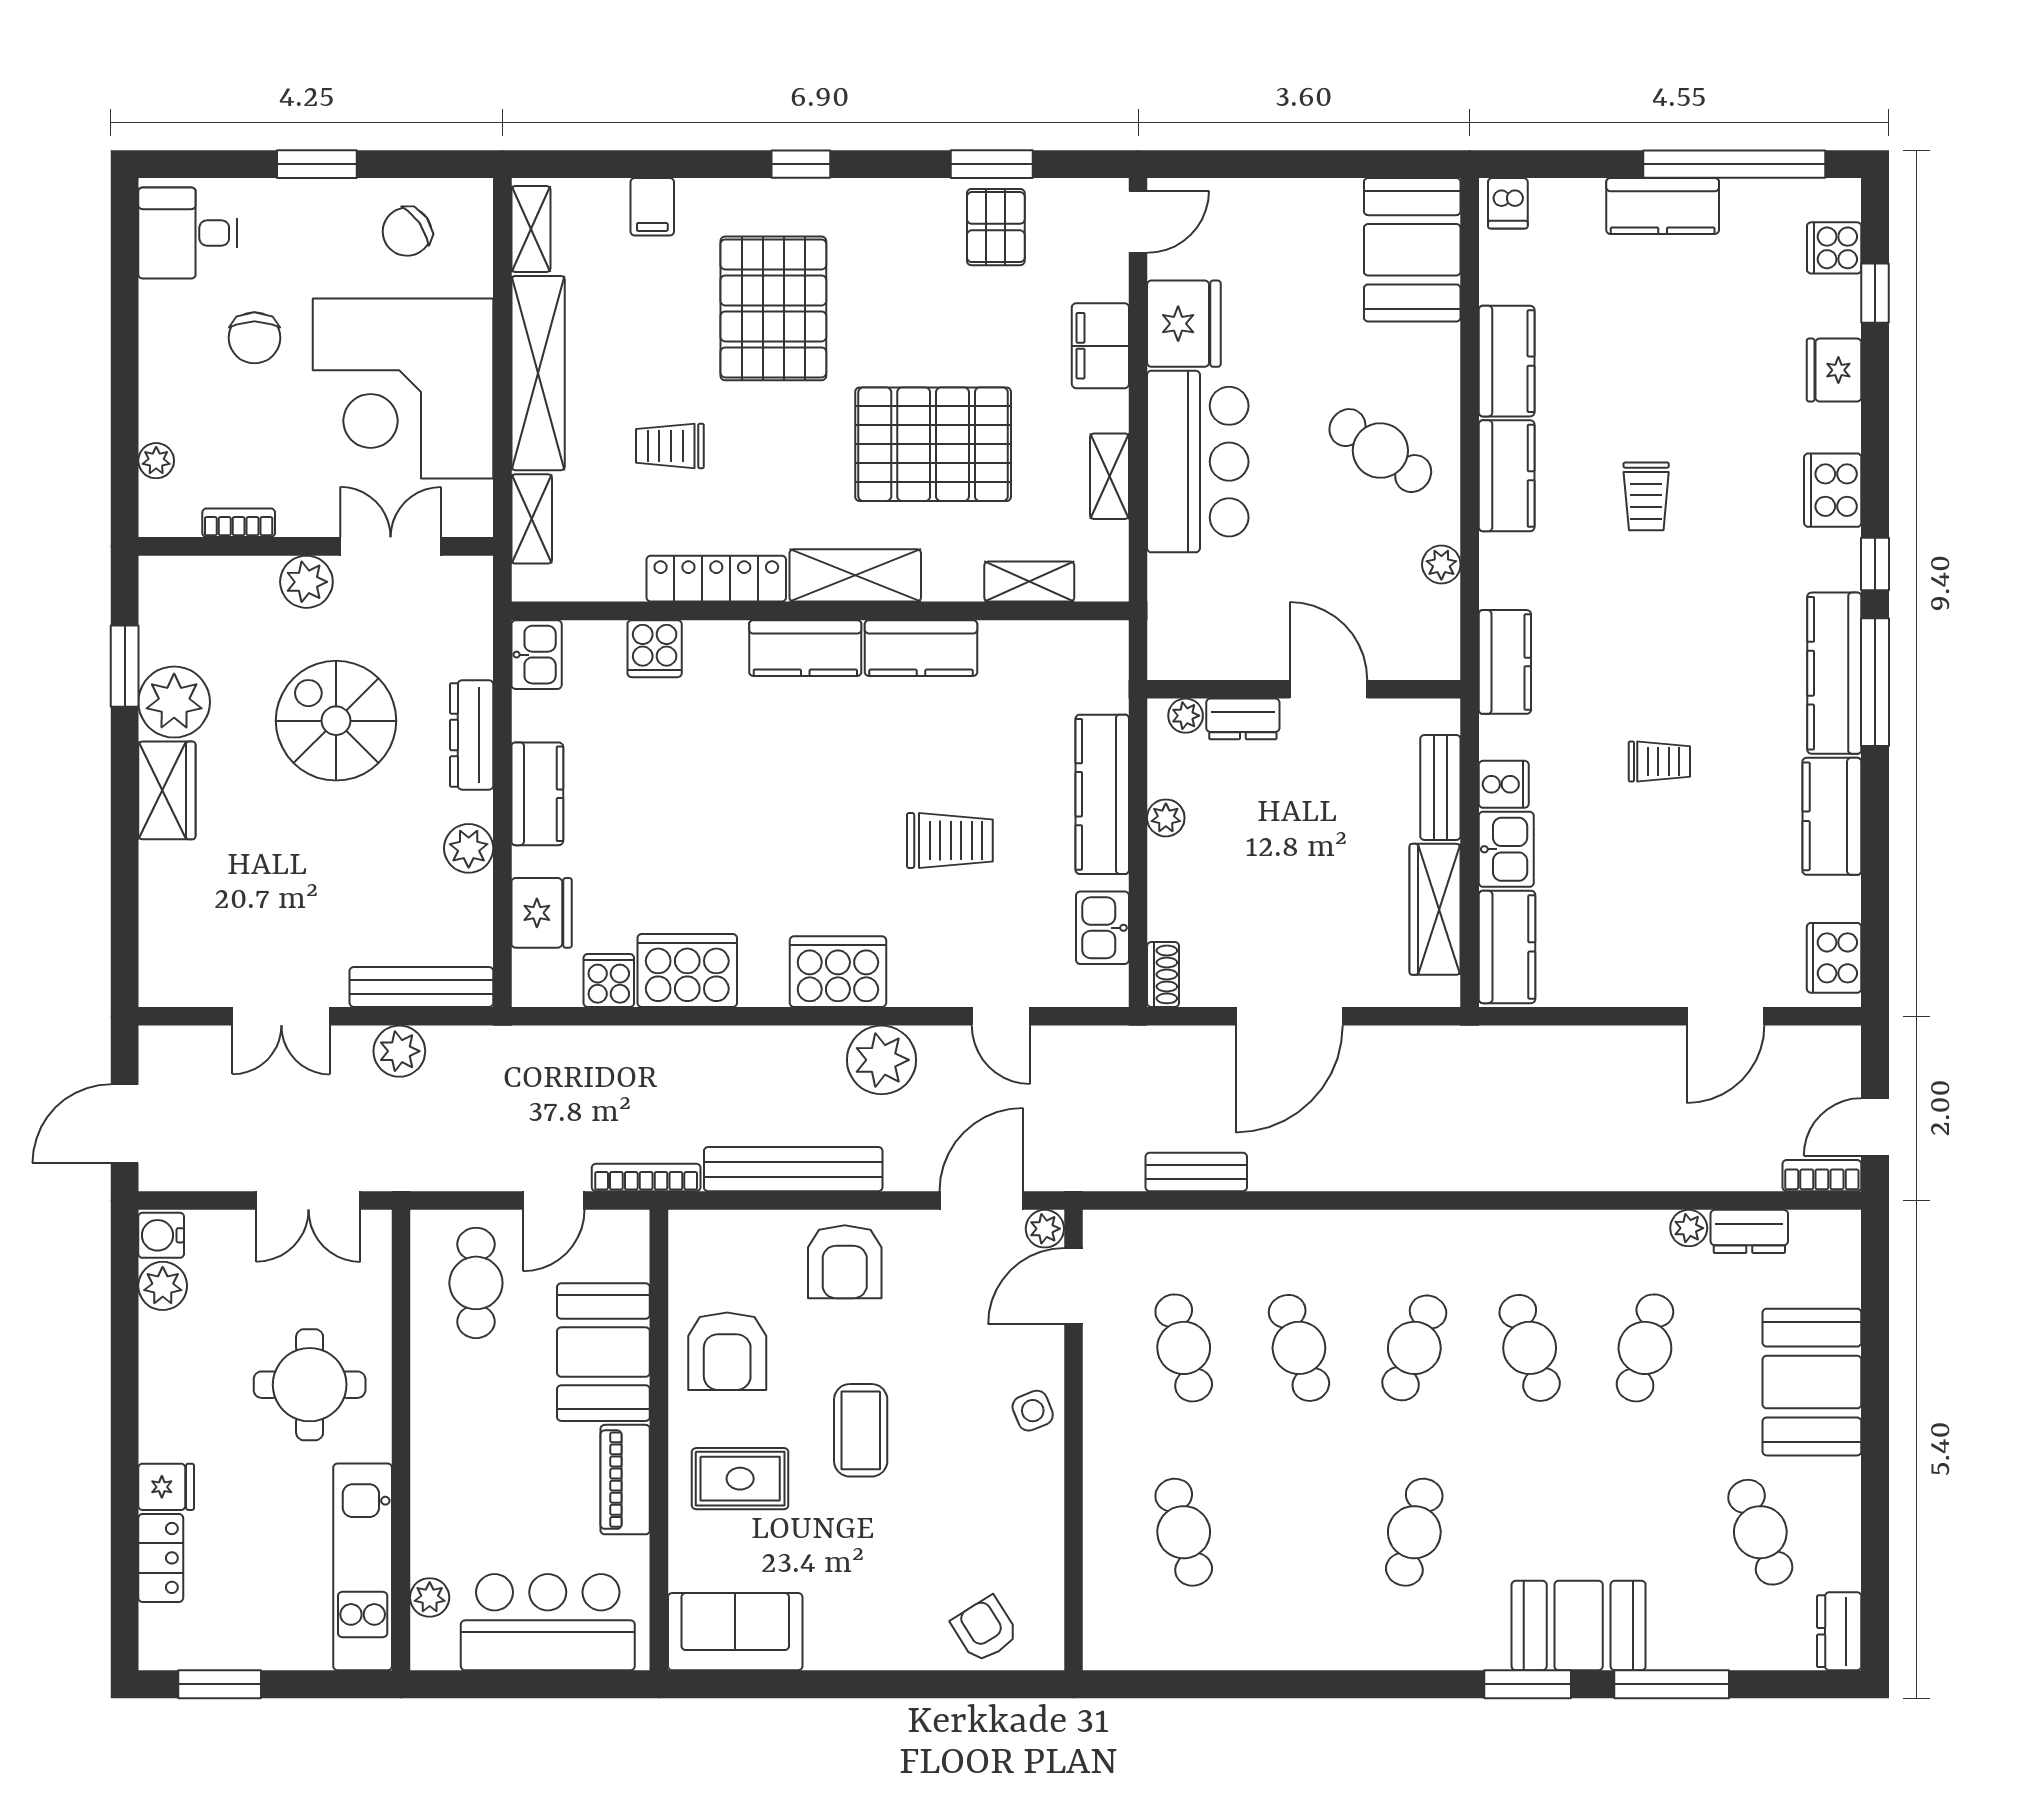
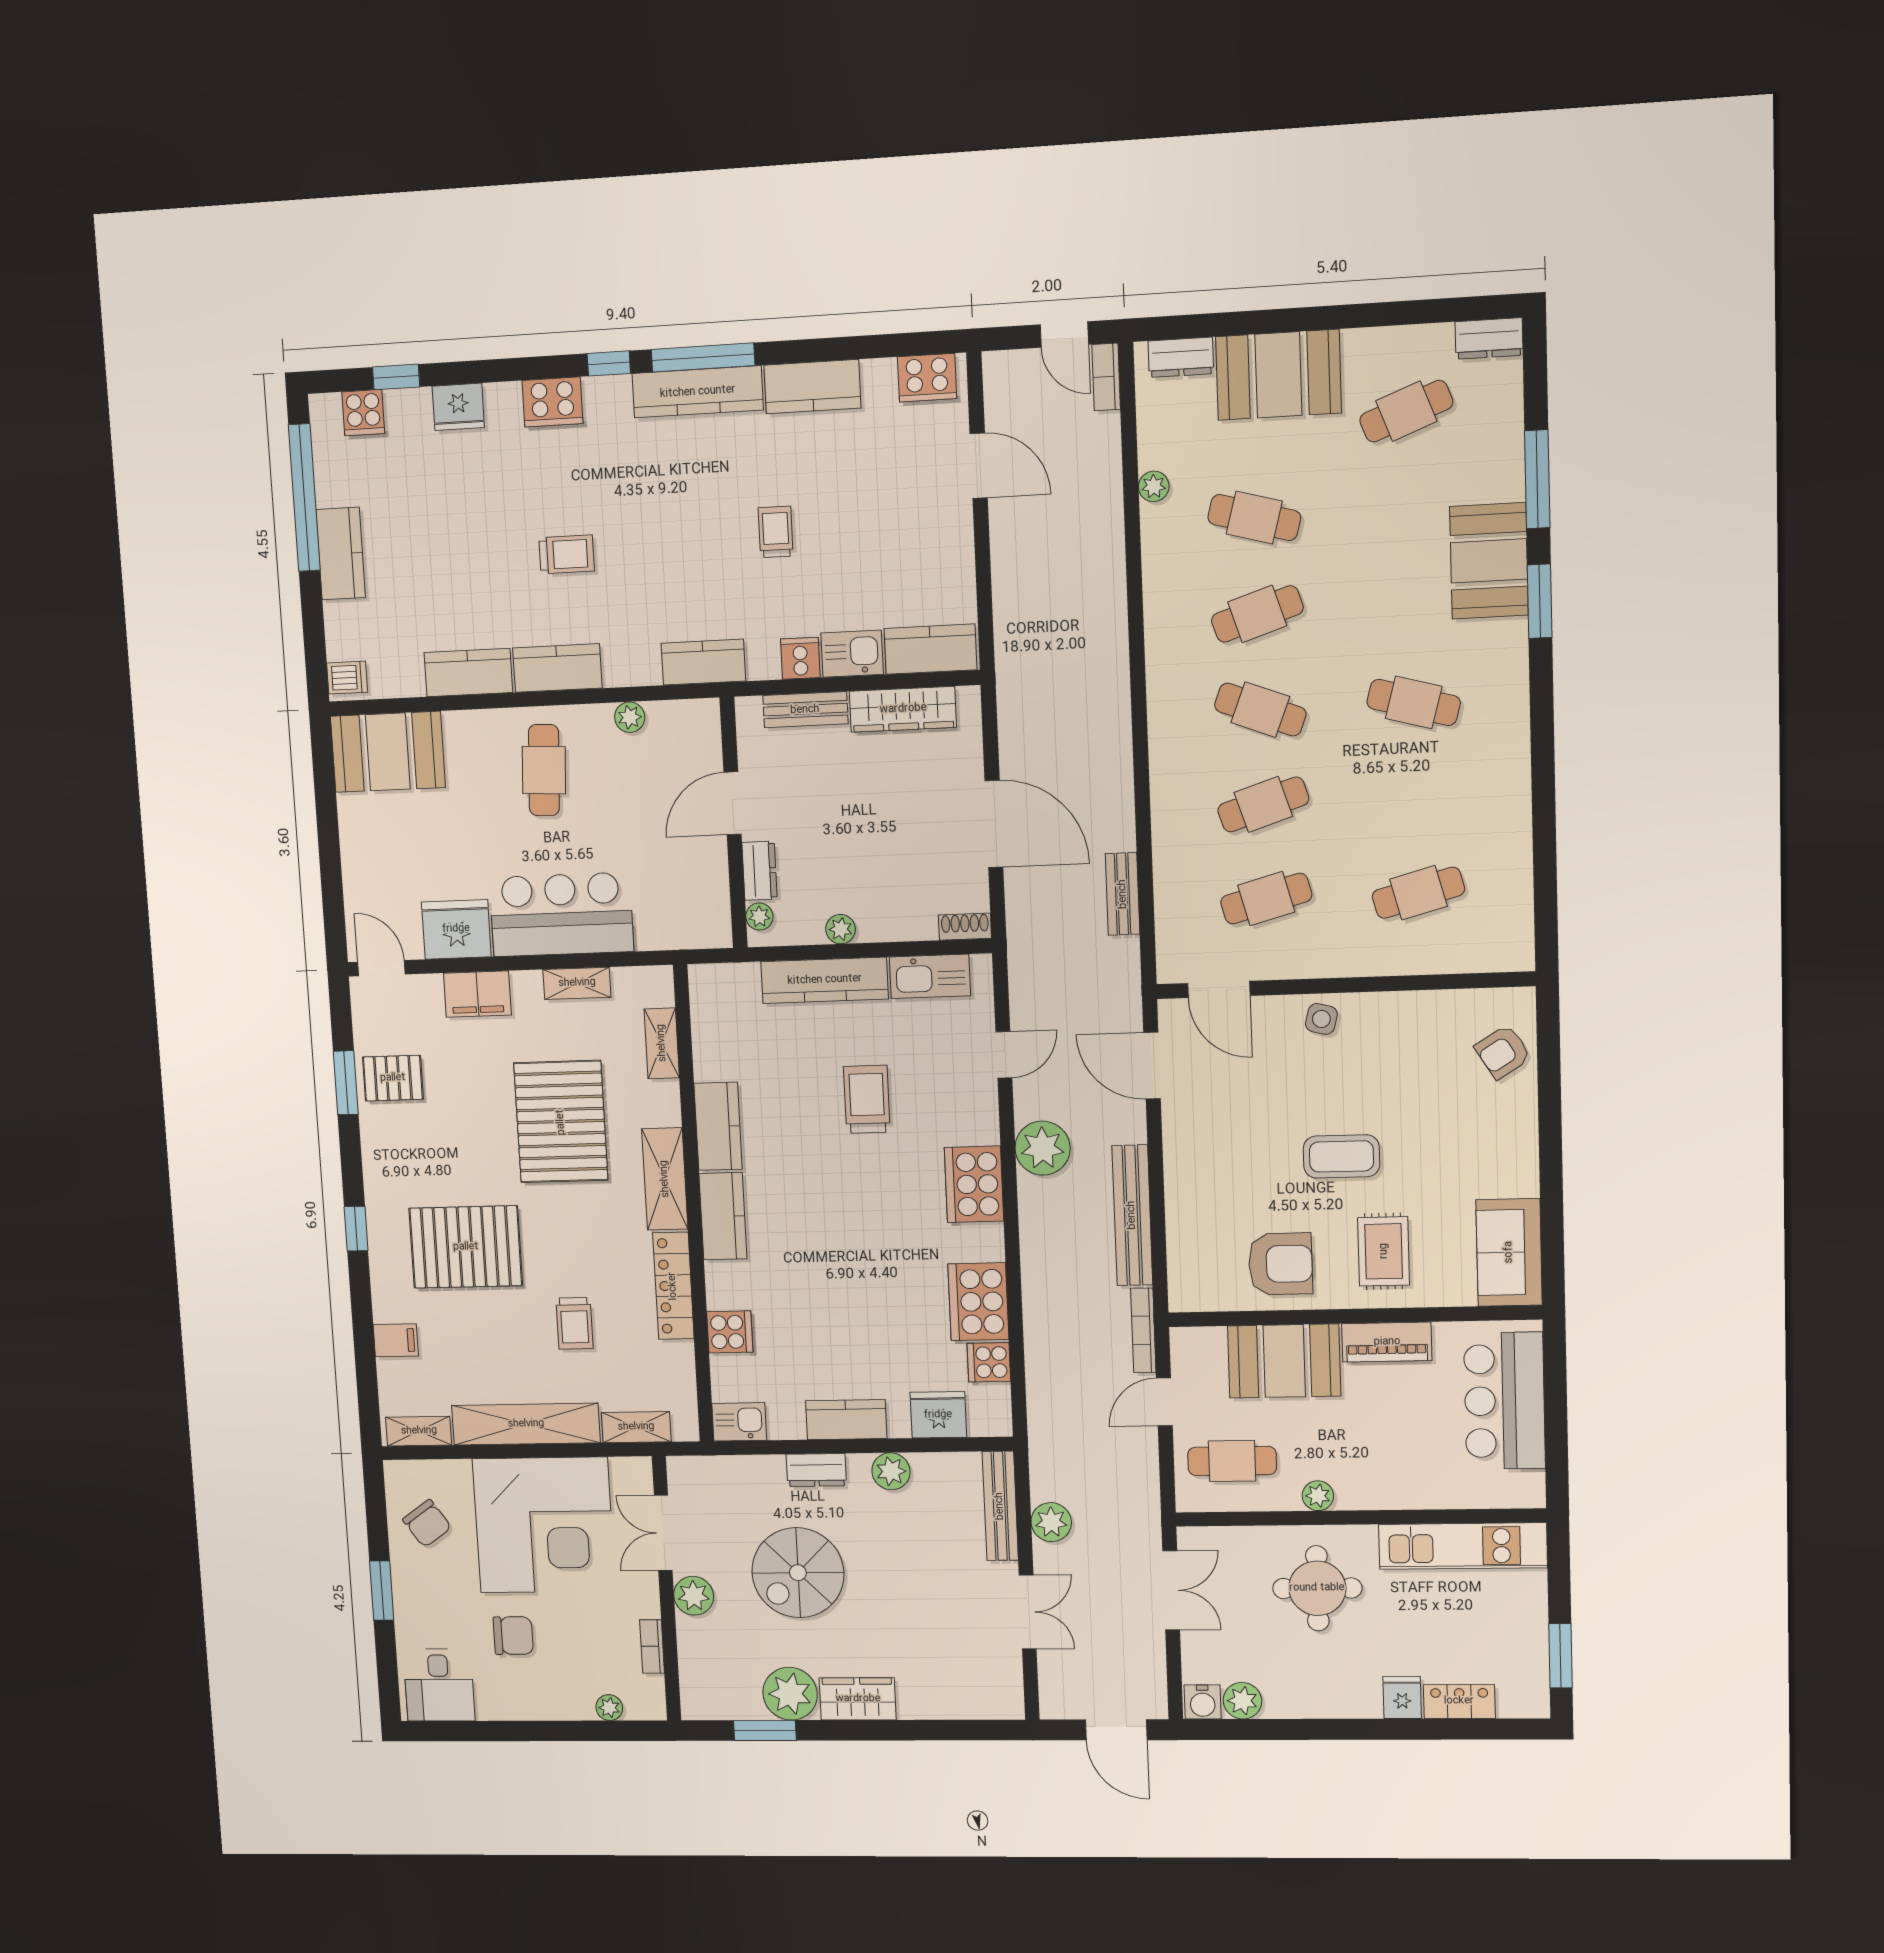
cafe table: (1380, 451) -> (544, 770), turned -32
dresser: (472, 735) -> (816, 1470), width x0.70
kitchen sink: (1102, 928) -> (930, 976), width x1.38
door: (554, 1201) -> (1164, 1402), swing flipped
plant: (1045, 1229) -> (1173, 1014), removed
dresser: (1749, 1231) -> (1181, 357), moved, turned 90
armchair: (845, 1262) -> (1205, 1173), removed
side table: (1033, 1411) -> (1321, 1019), turned 36
plant: (430, 1597) -> (1318, 1496), moved

